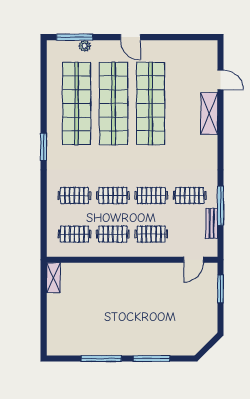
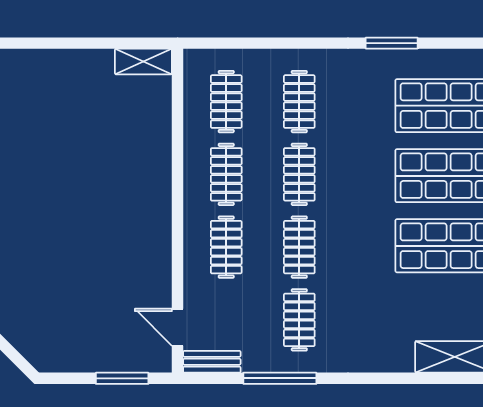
bench: (212, 223) -> (212, 362), moved

